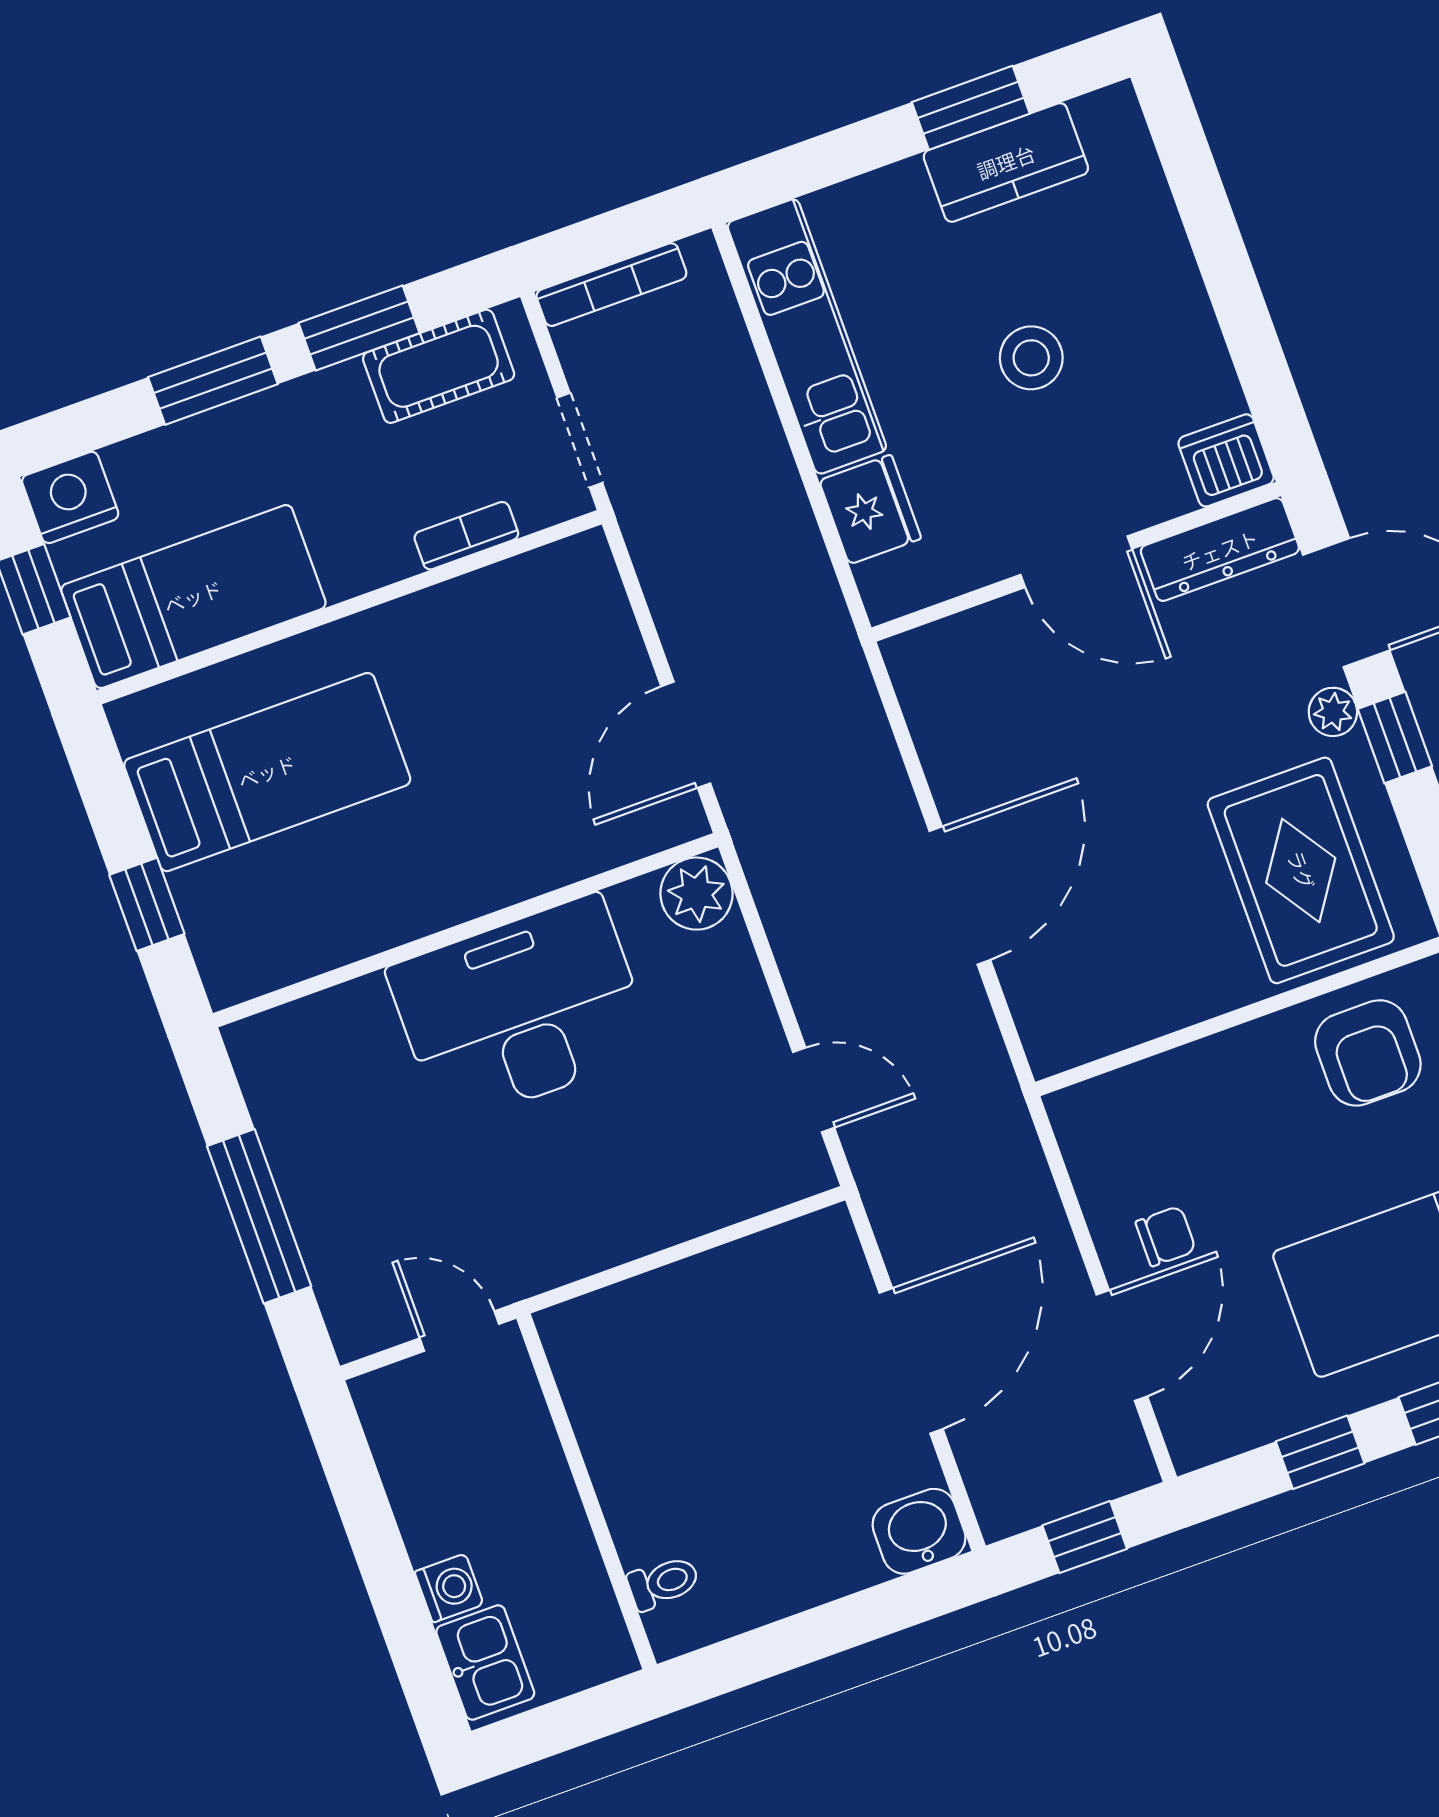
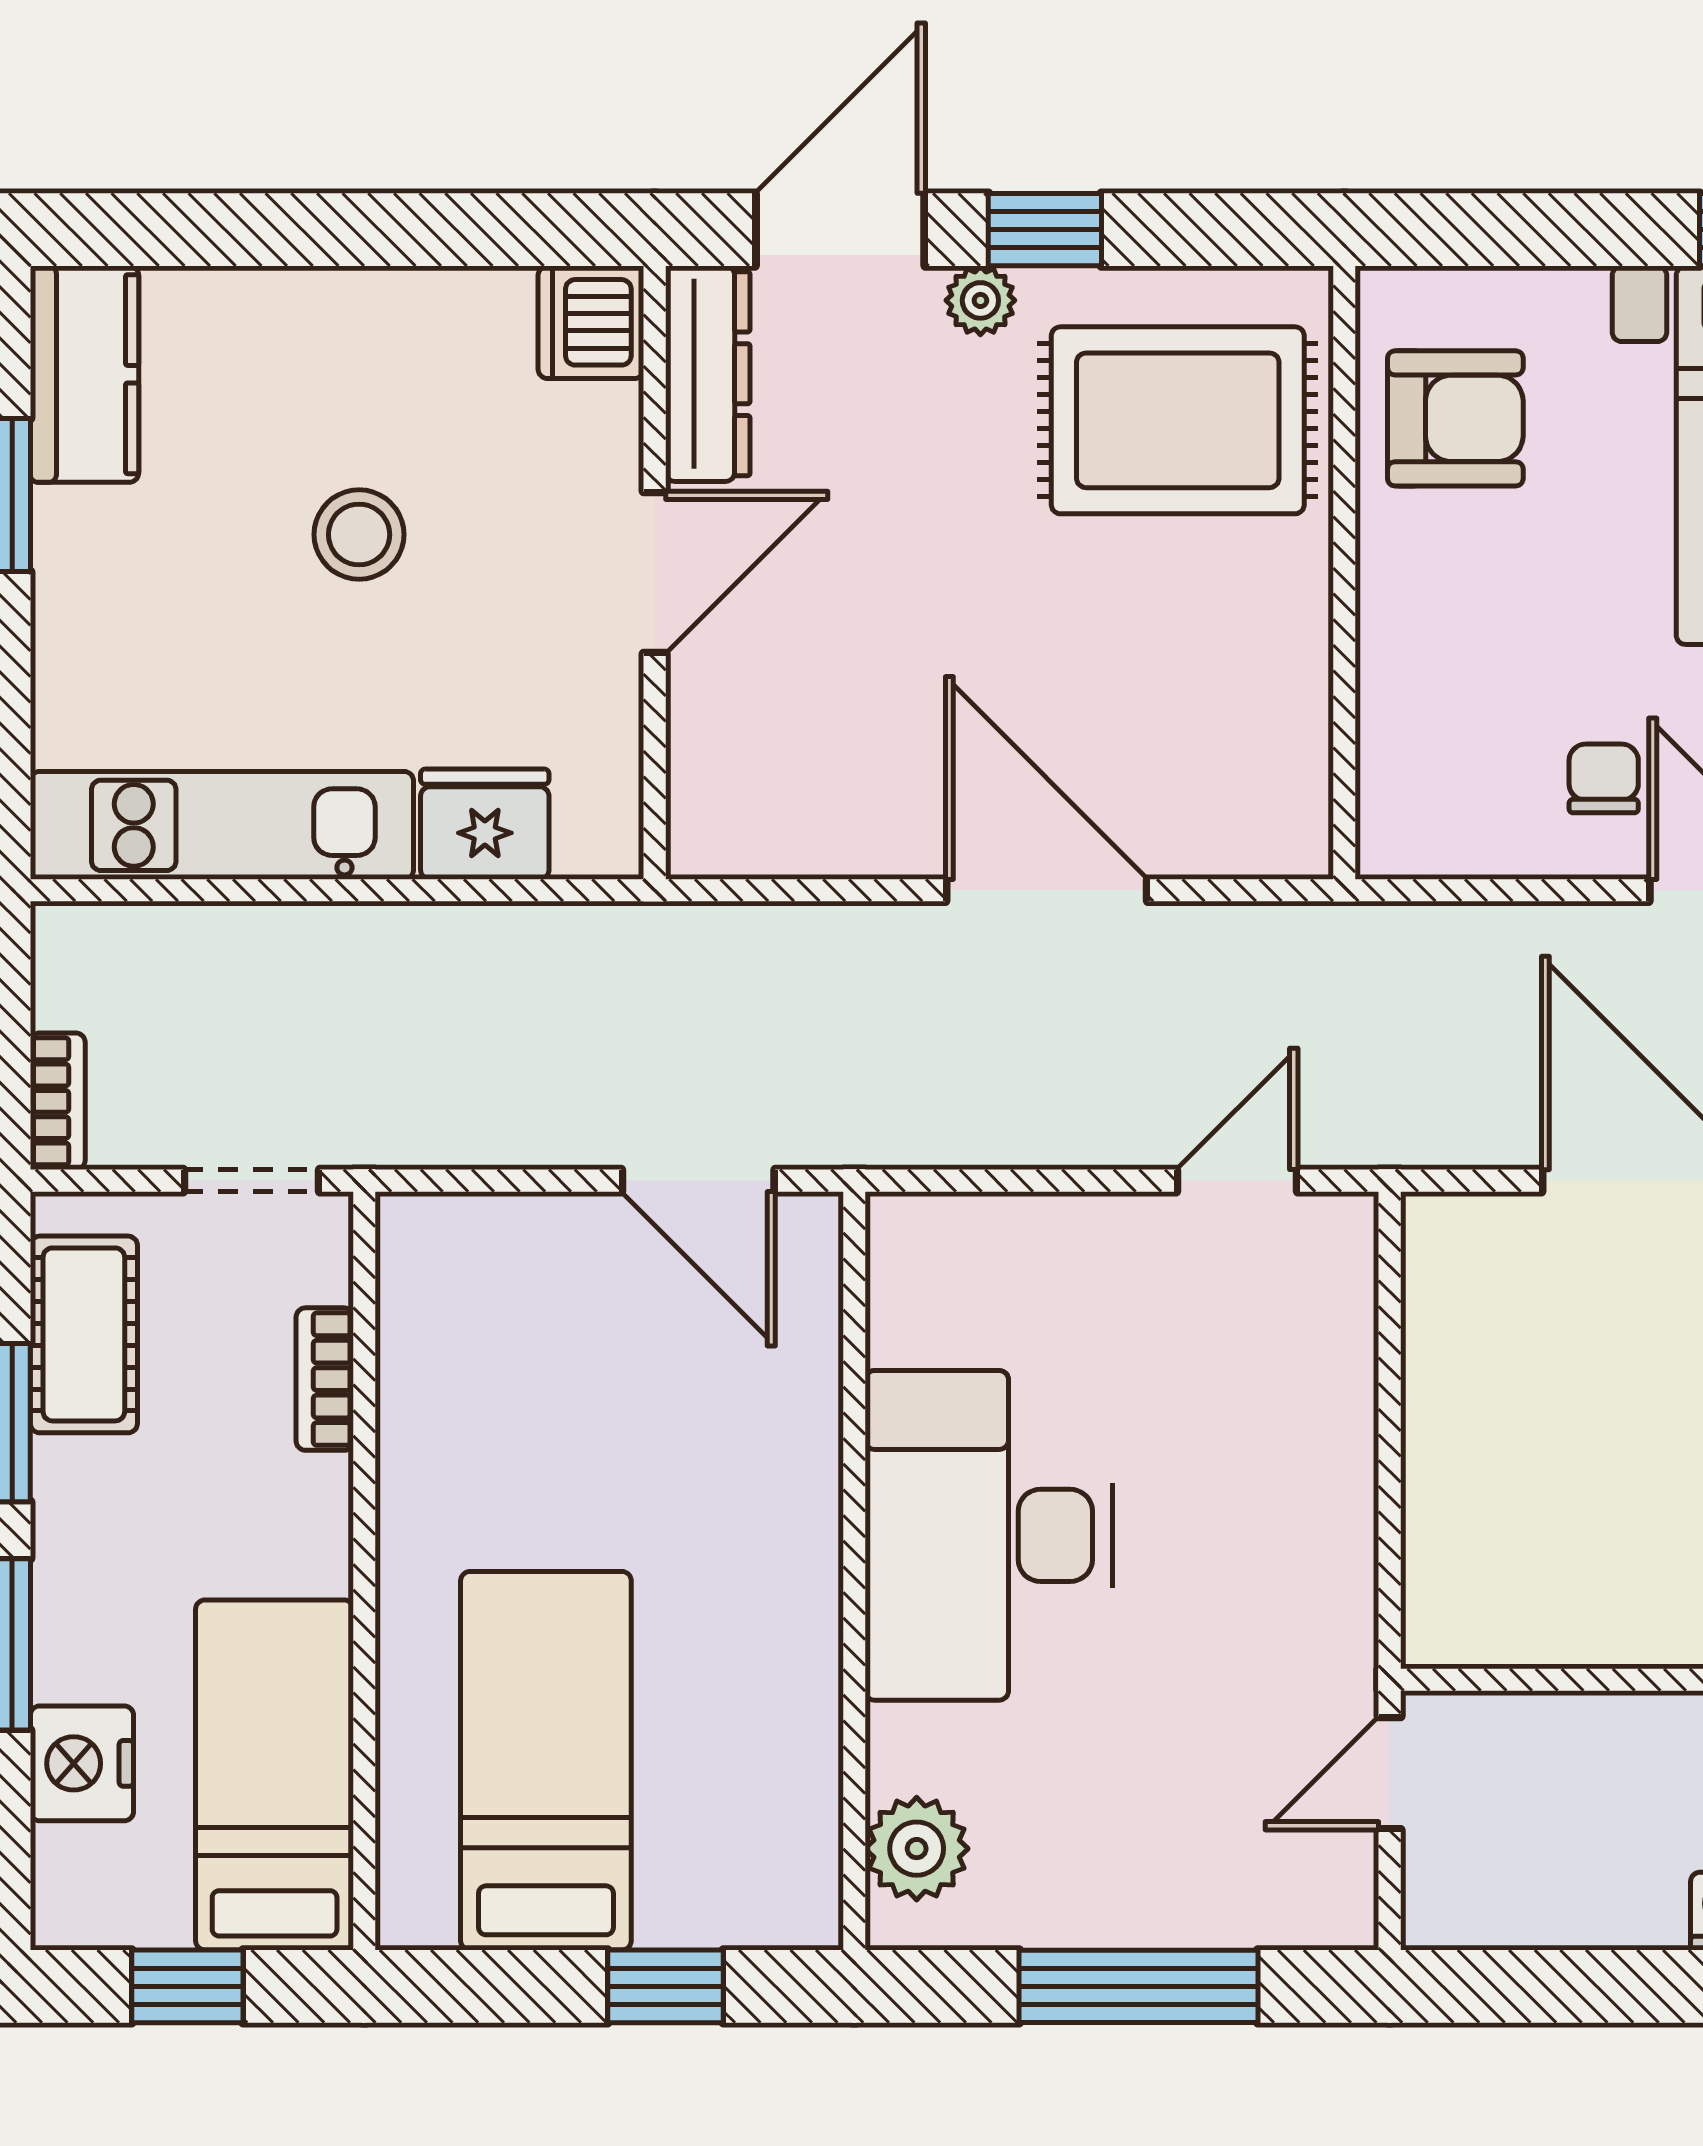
kitchen counter: (1006, 162) -> (84, 374), moved
bookcase: (611, 285) -> (58, 1101), width x0.64
nightstand: (70, 497) -> (82, 1763), moved
plant: (696, 894) -> (917, 1849), moved

